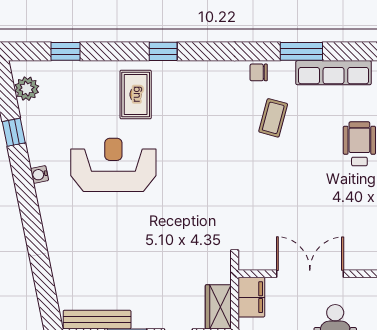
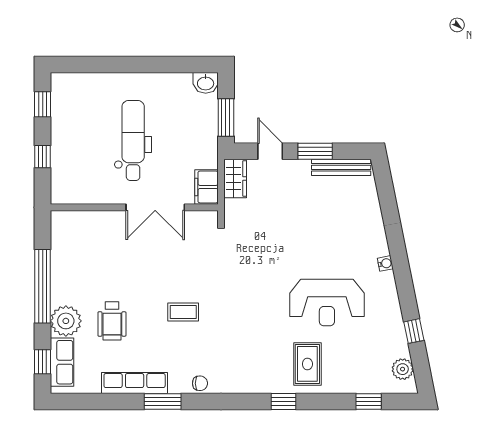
coffee table: (273, 118) -> (183, 312), moved, turned 75
water cooler: (39, 174) -> (385, 263), moved

